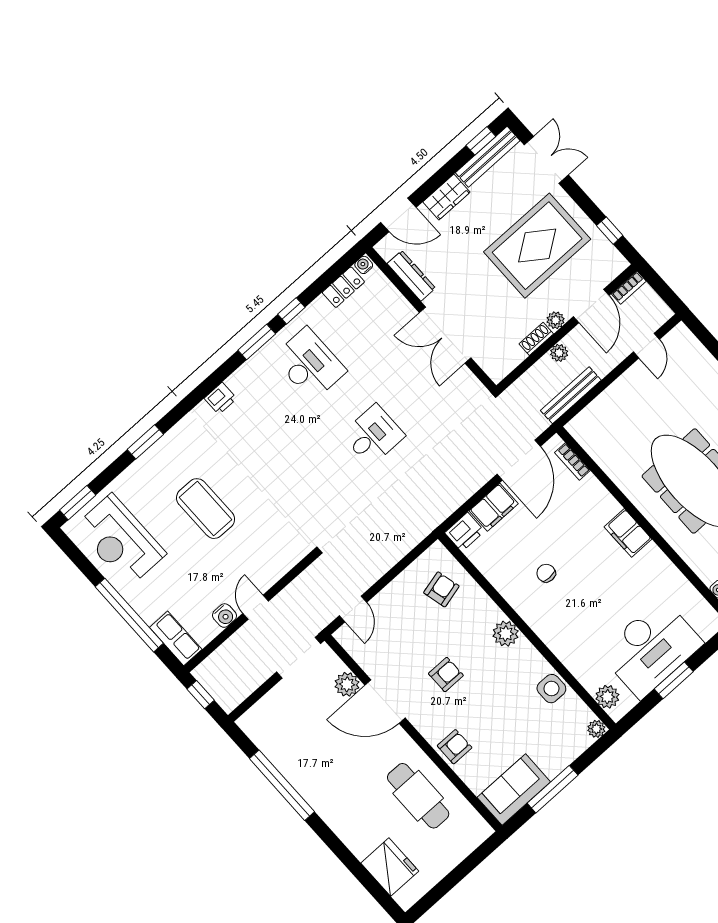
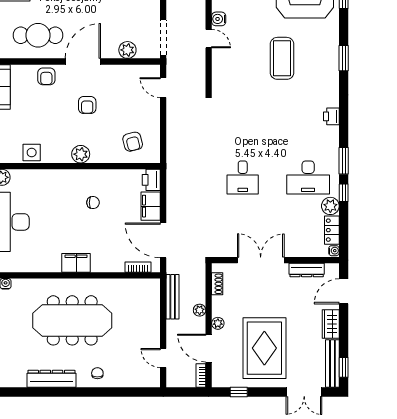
plant: (319, 312) -> (330, 206), added
shoe rack: (536, 339) -> (217, 284), moved
coffee table: (206, 509) -> (282, 58), turned 90
door: (385, 702) -> (83, 62), moved

